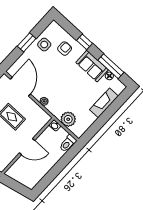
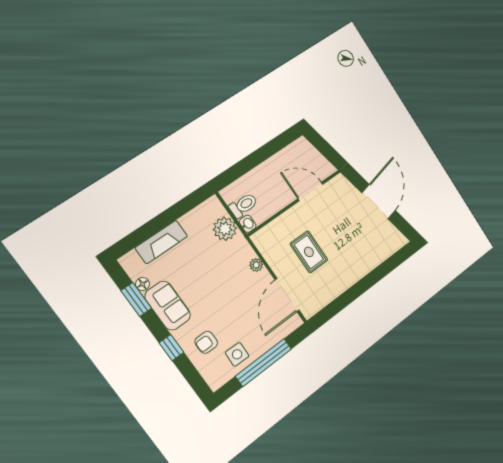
window: (27, 42) -> (264, 362), width x2.11
window: (111, 66) -> (136, 299), width x0.69
toilet: (68, 143) -> (243, 205), moved
door: (27, 147) -> (310, 191), moved

